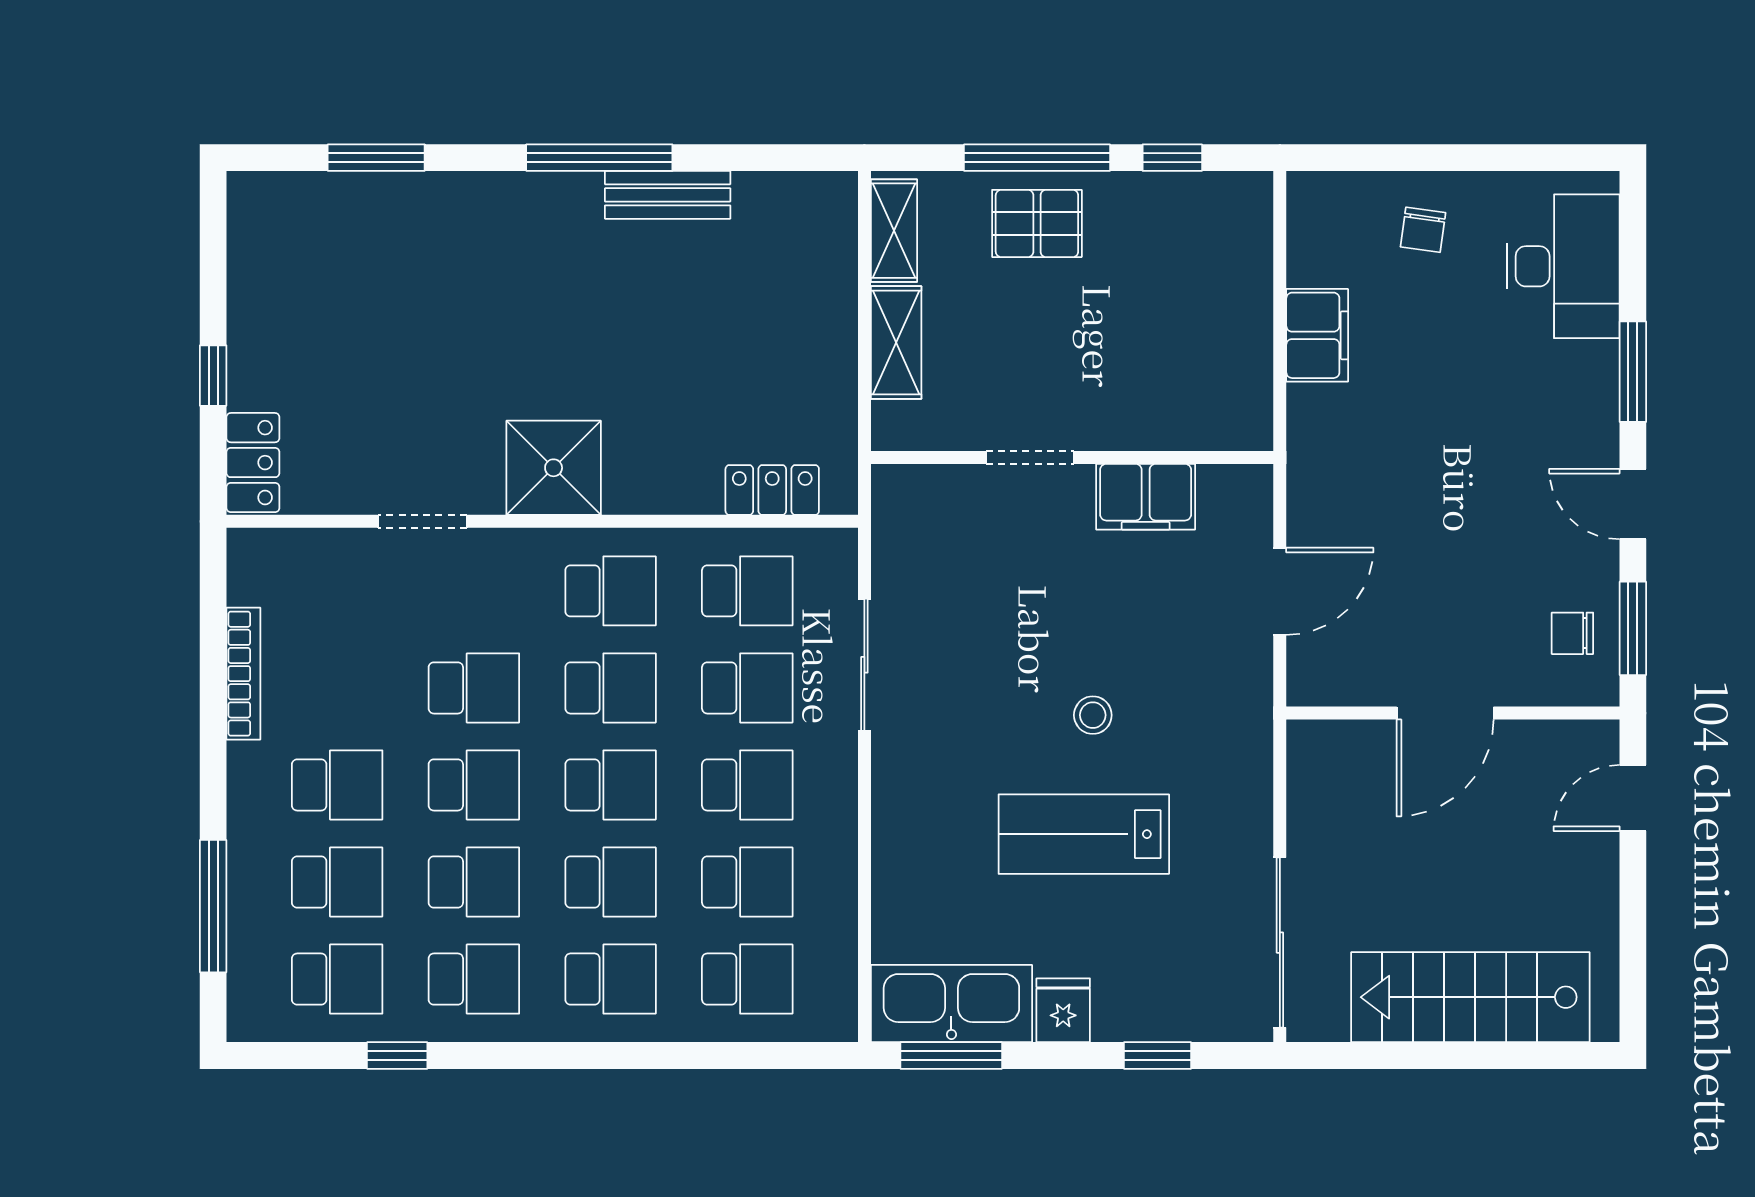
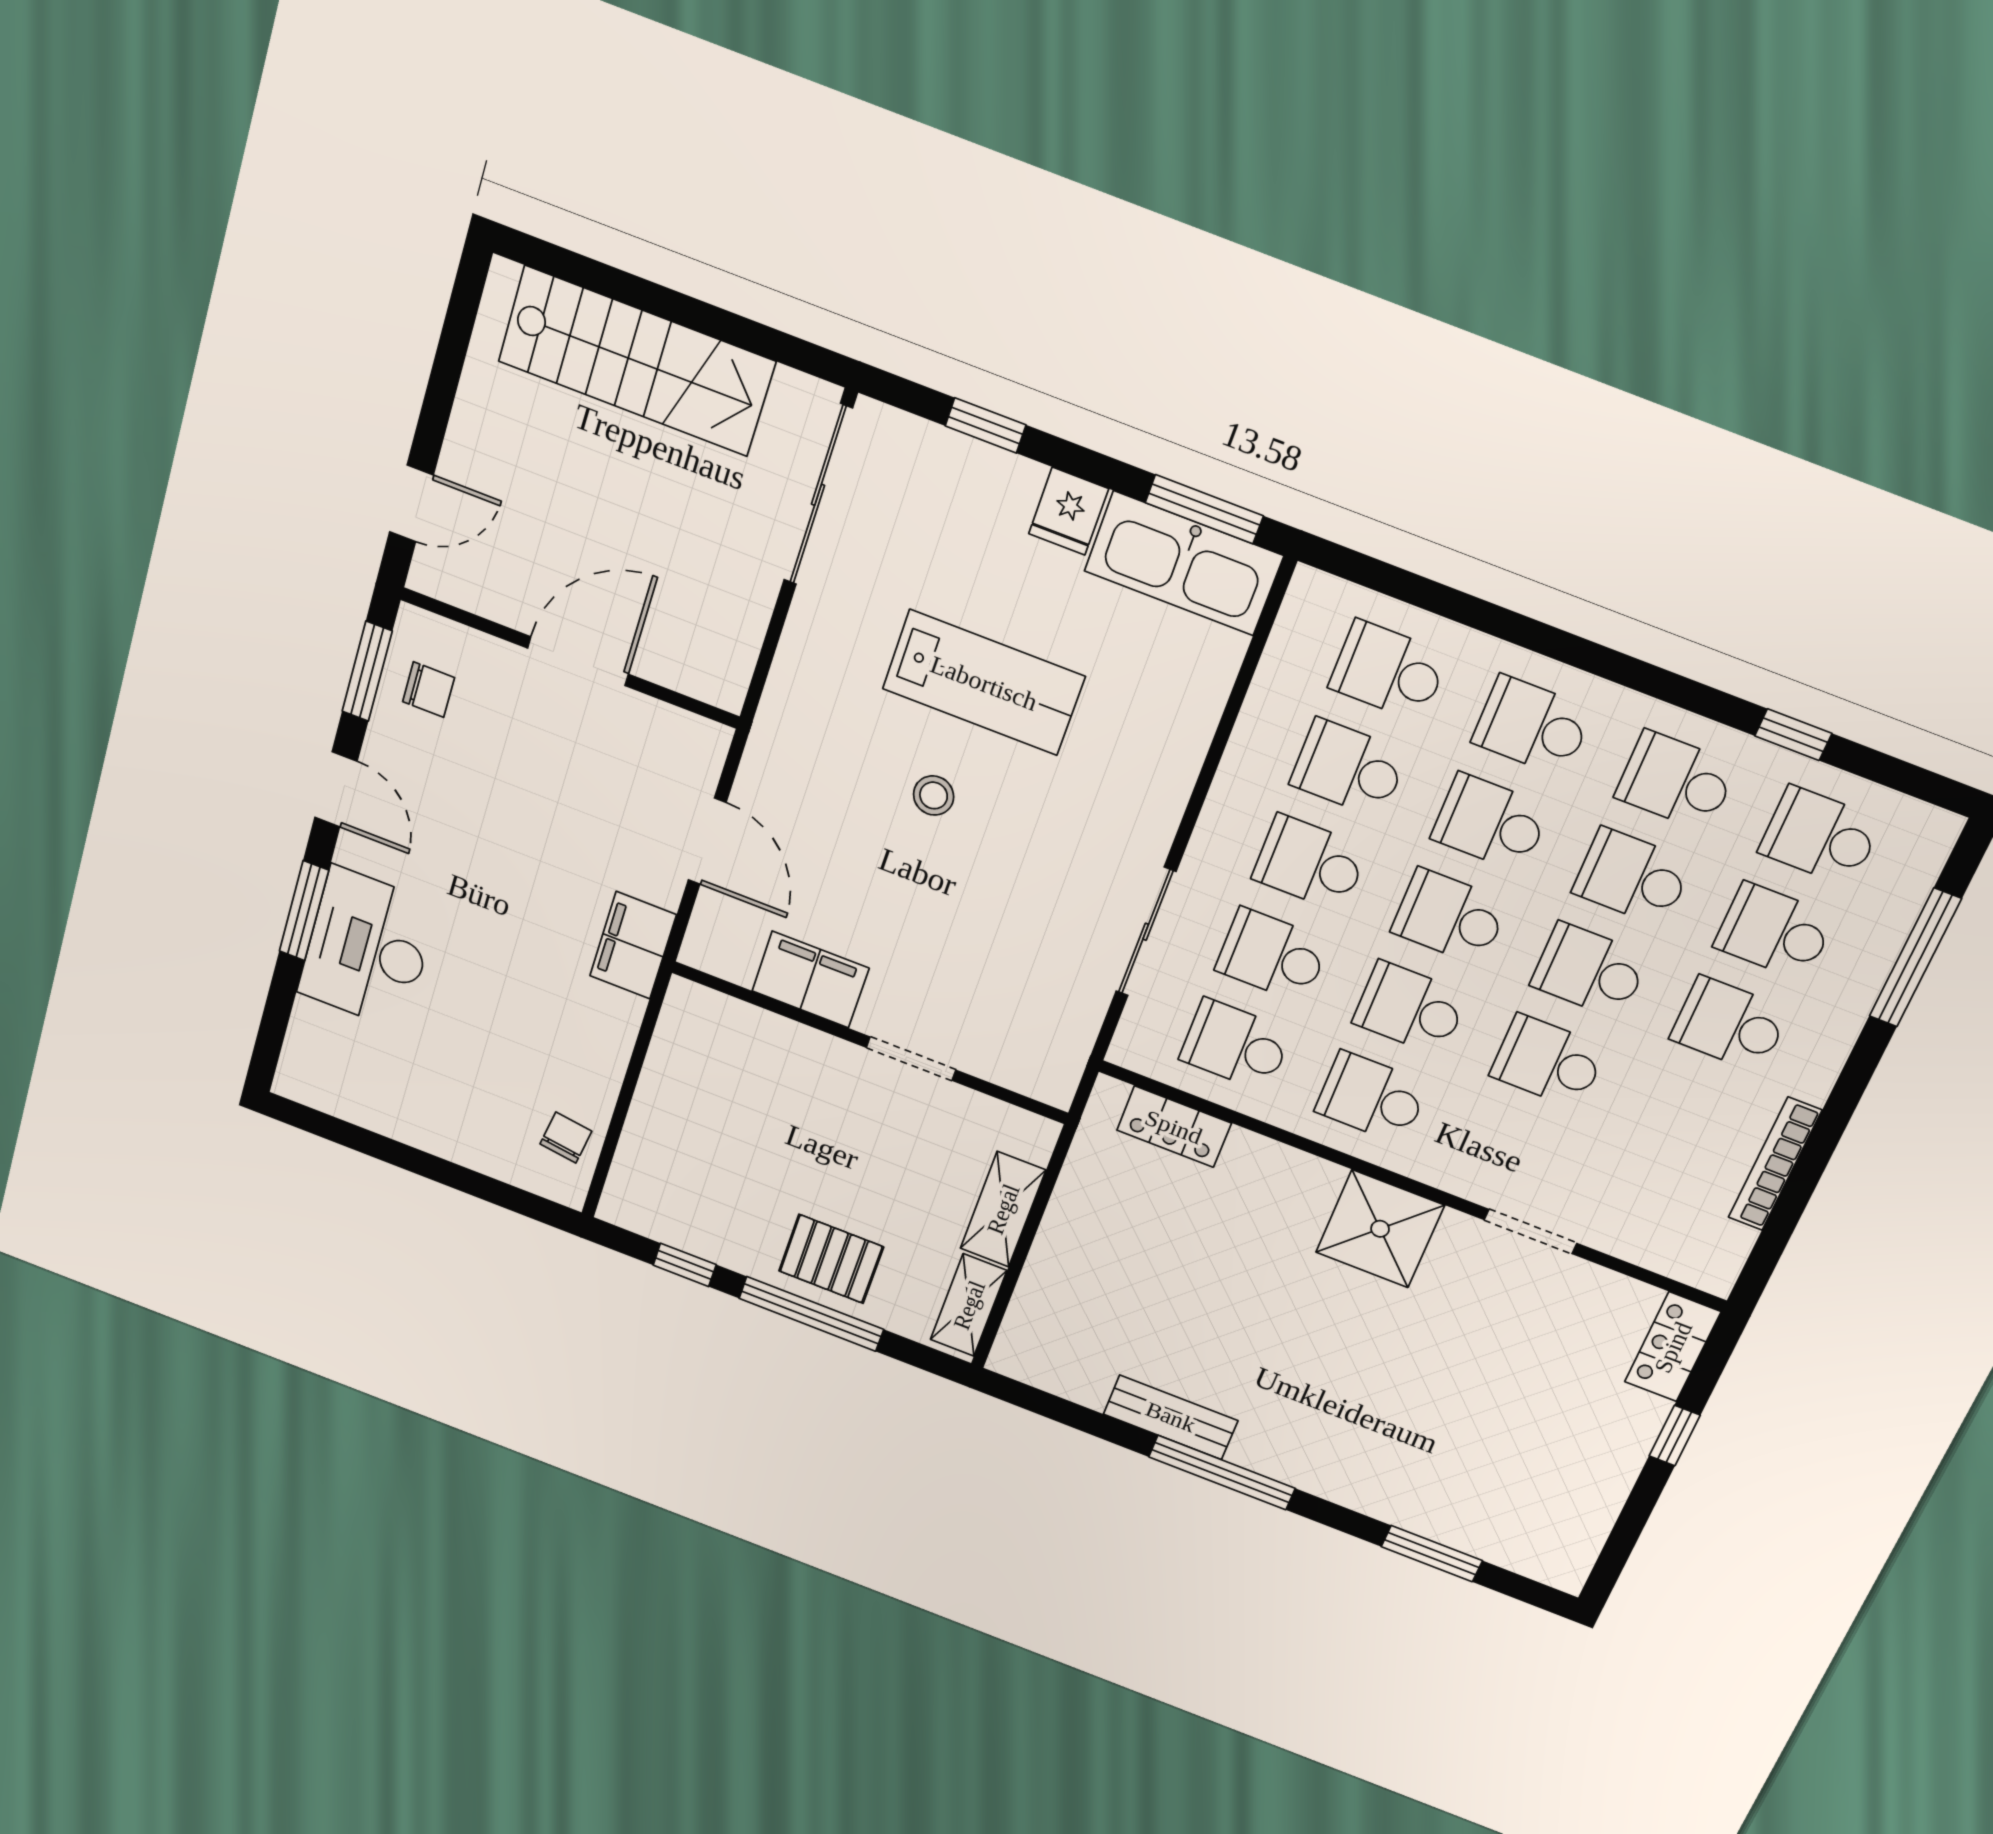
chair: (1423, 230) -> (566, 1138), moved
desk: (1563, 266) -> (368, 949), moved
filing cabinet: (1317, 335) -> (633, 945), moved
door: (1280, 591) -> (707, 841), swing flipped

